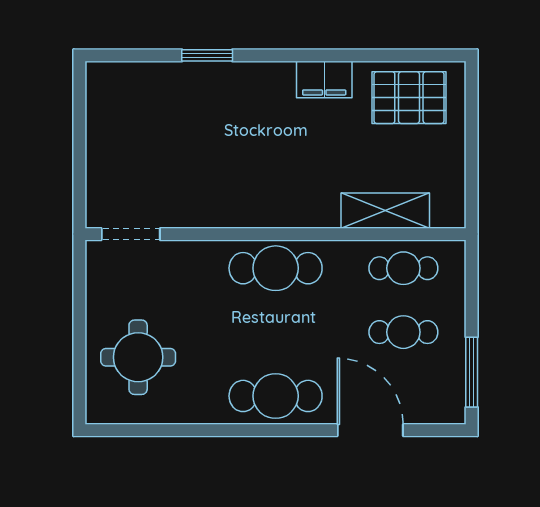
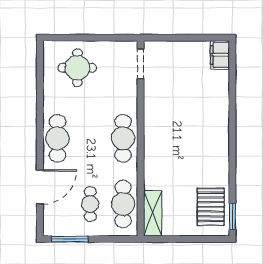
window: (207, 55) -> (232, 216), moved
filing cabinet: (324, 80) -> (220, 55), moved
shelving: (385, 211) -> (153, 213), moved
cafe table: (403, 268) -> (123, 204), width x1.37, depth x1.35

